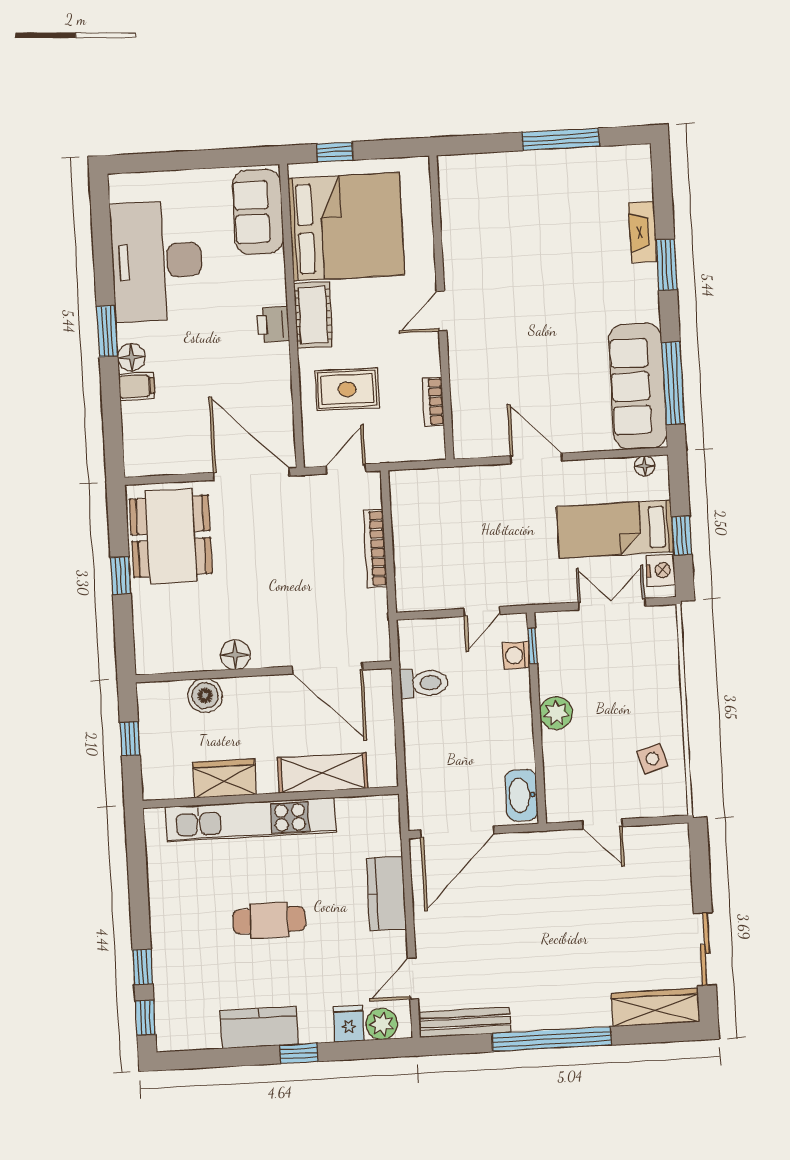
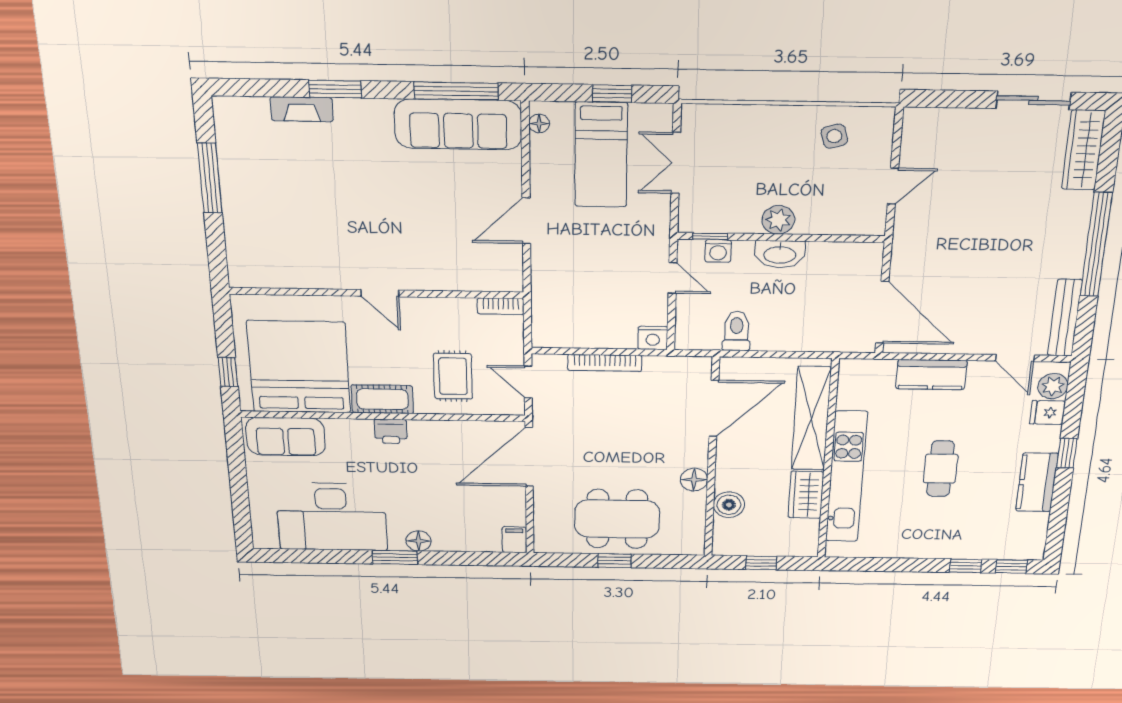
filing cabinet: (137, 386) -> (514, 540), moved
bookcase: (433, 401) -> (501, 306), moved
dining table: (171, 536) -> (617, 519), moved
nightstand: (661, 570) -> (653, 338), moved, turned 180
shelving: (323, 773) -> (811, 419), width x1.47
washbasin: (522, 795) -> (780, 254), moved

